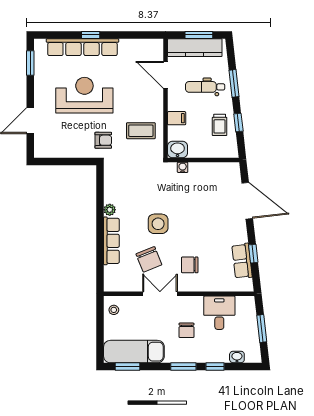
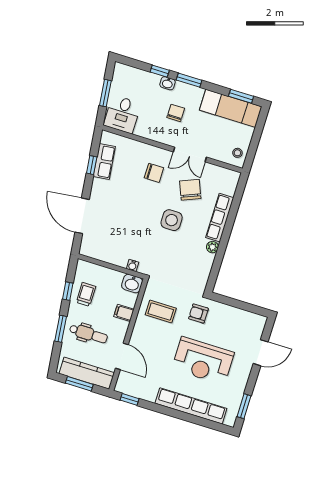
window: (91, 35) -> (130, 399), moved
desk: (219, 313) -> (122, 114), moved
washbasin: (237, 357) -> (168, 83), moved

